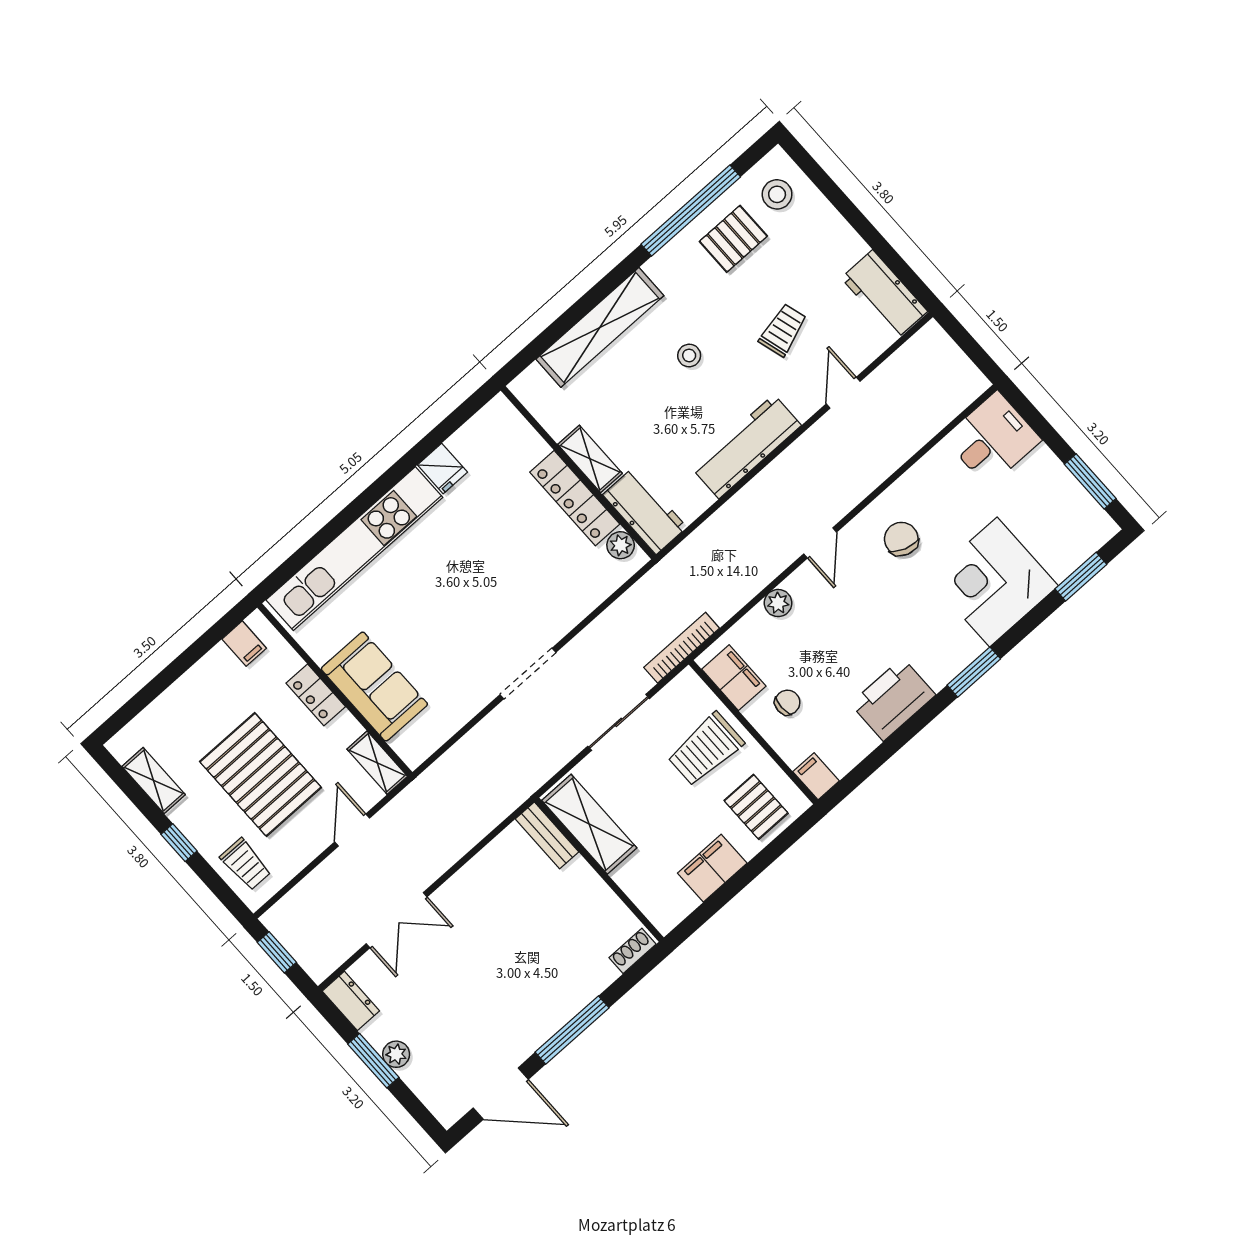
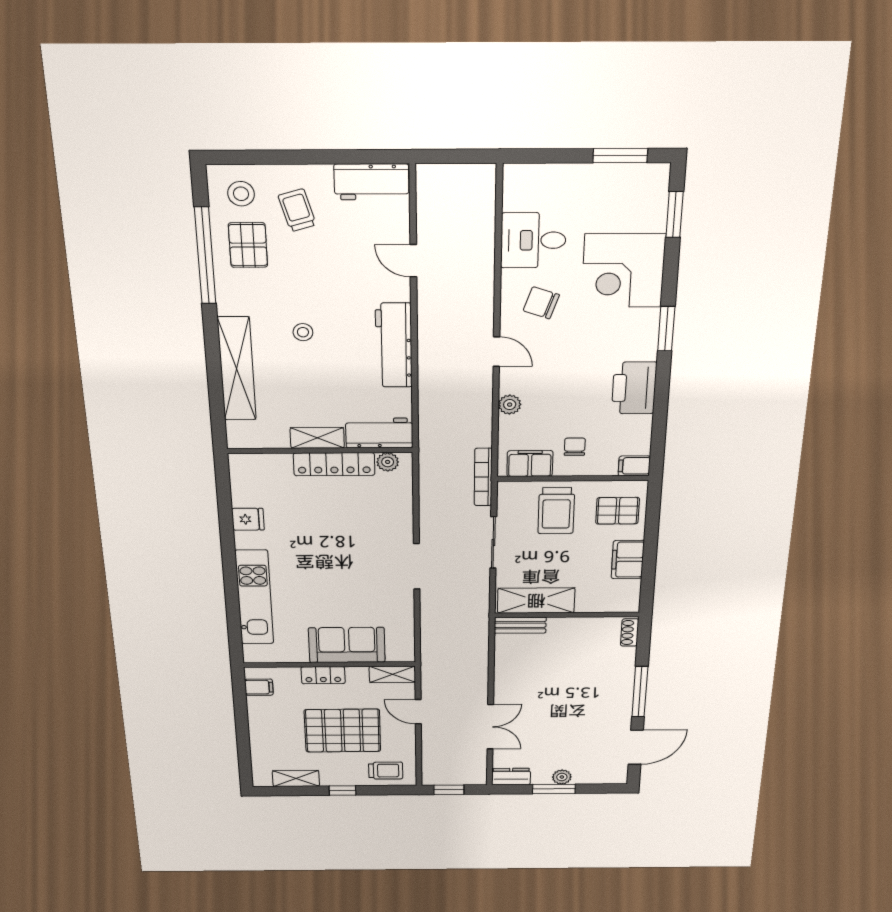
trolley: (783, 330) -> (297, 210), moved
desk: (993, 439) -> (533, 240), moved, turned -90
kitchen unit: (354, 549) -> (254, 597), width x0.73

